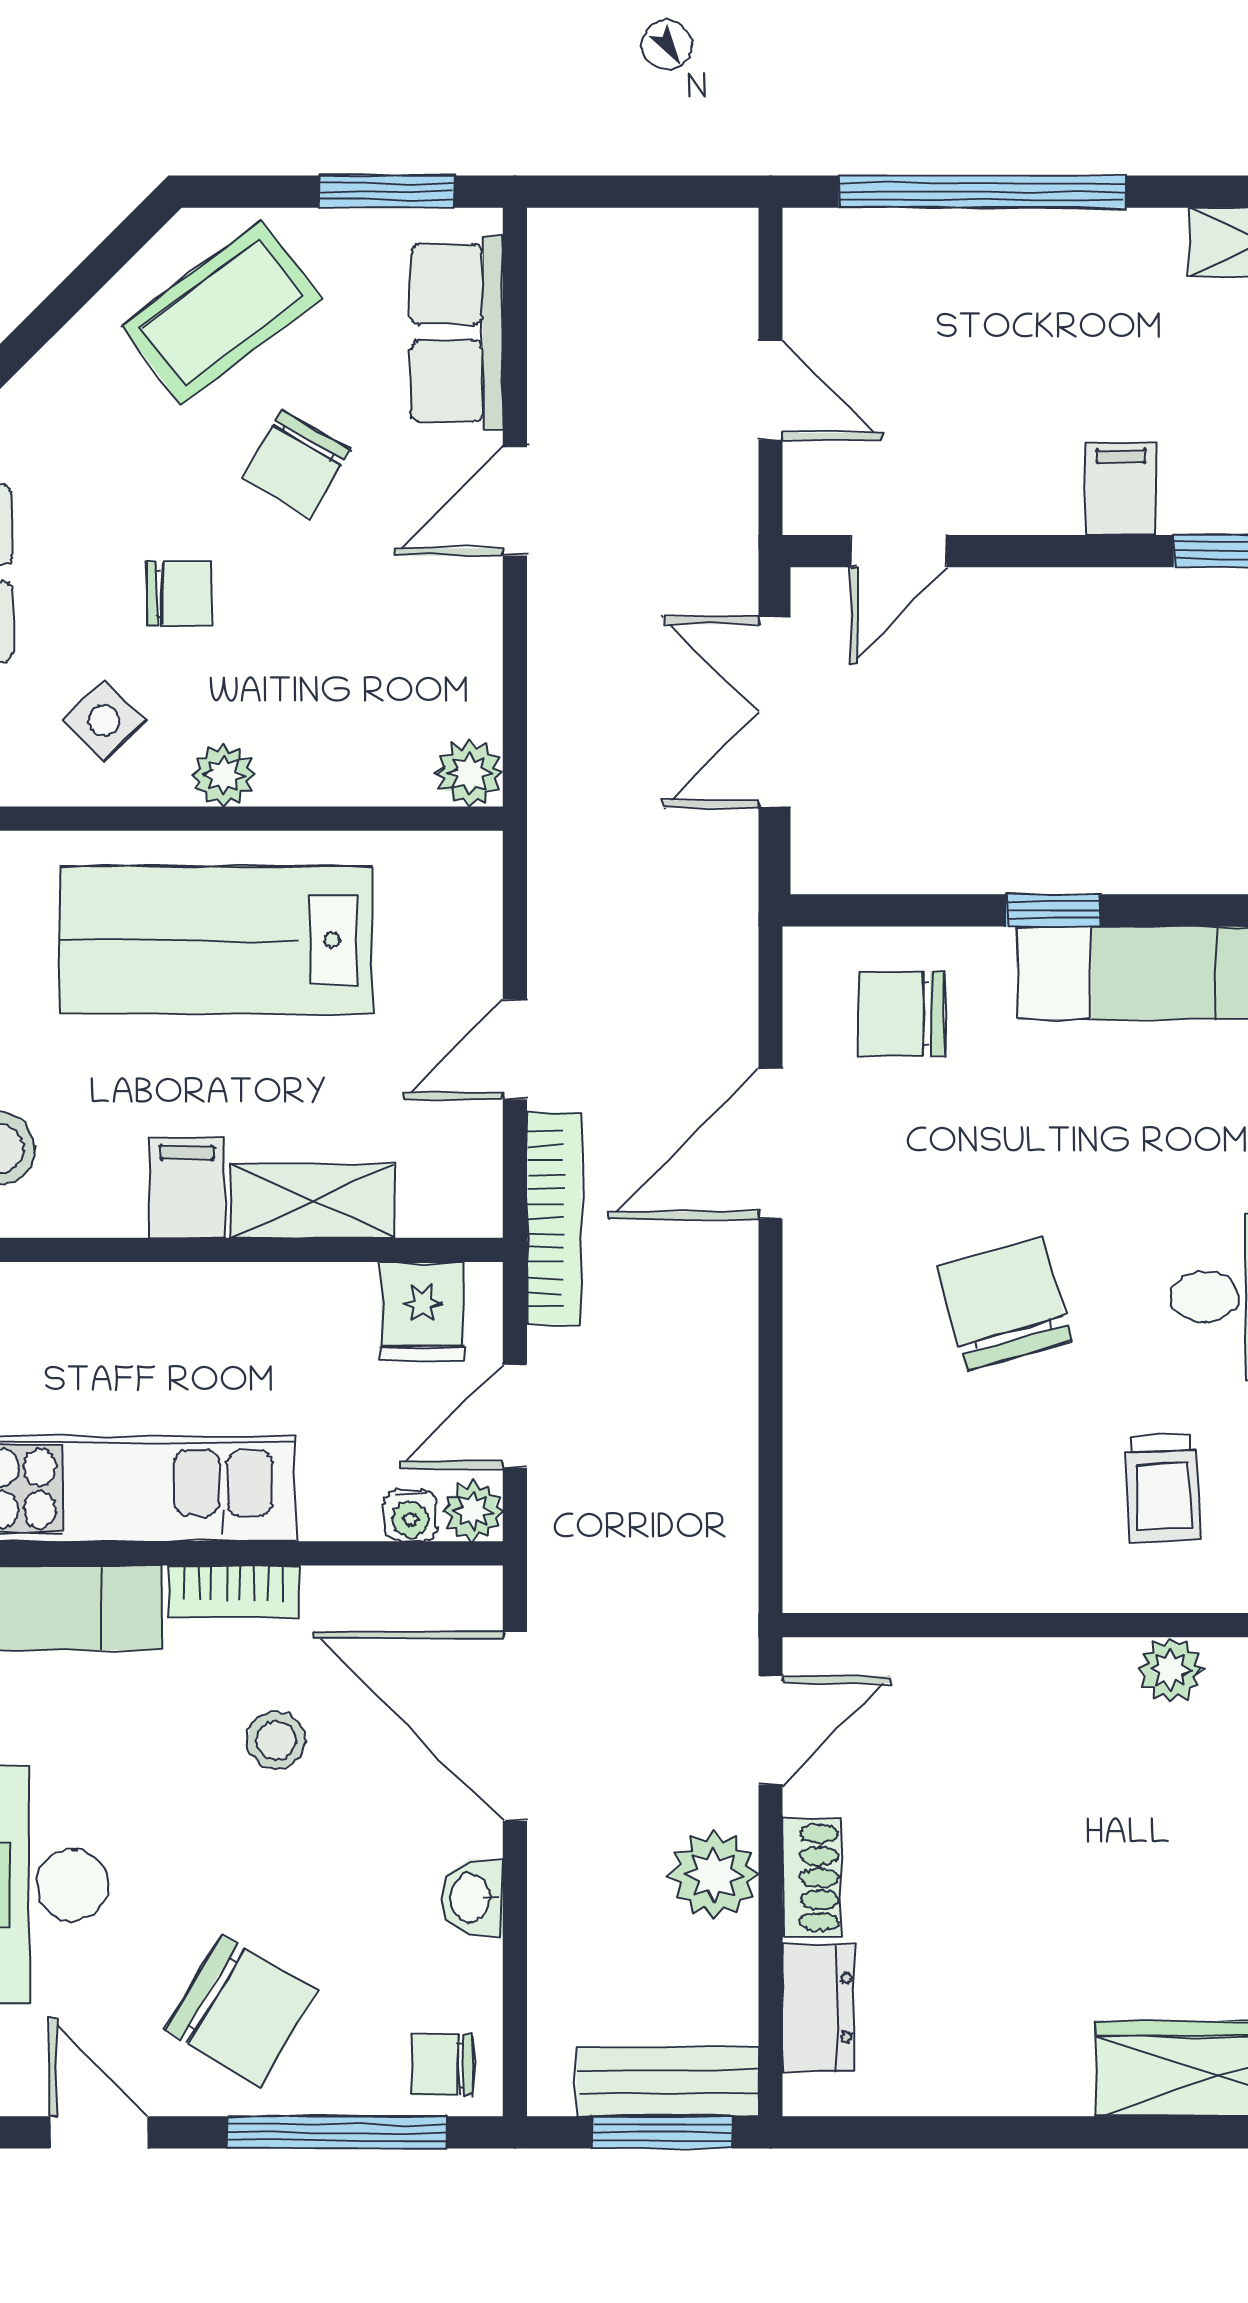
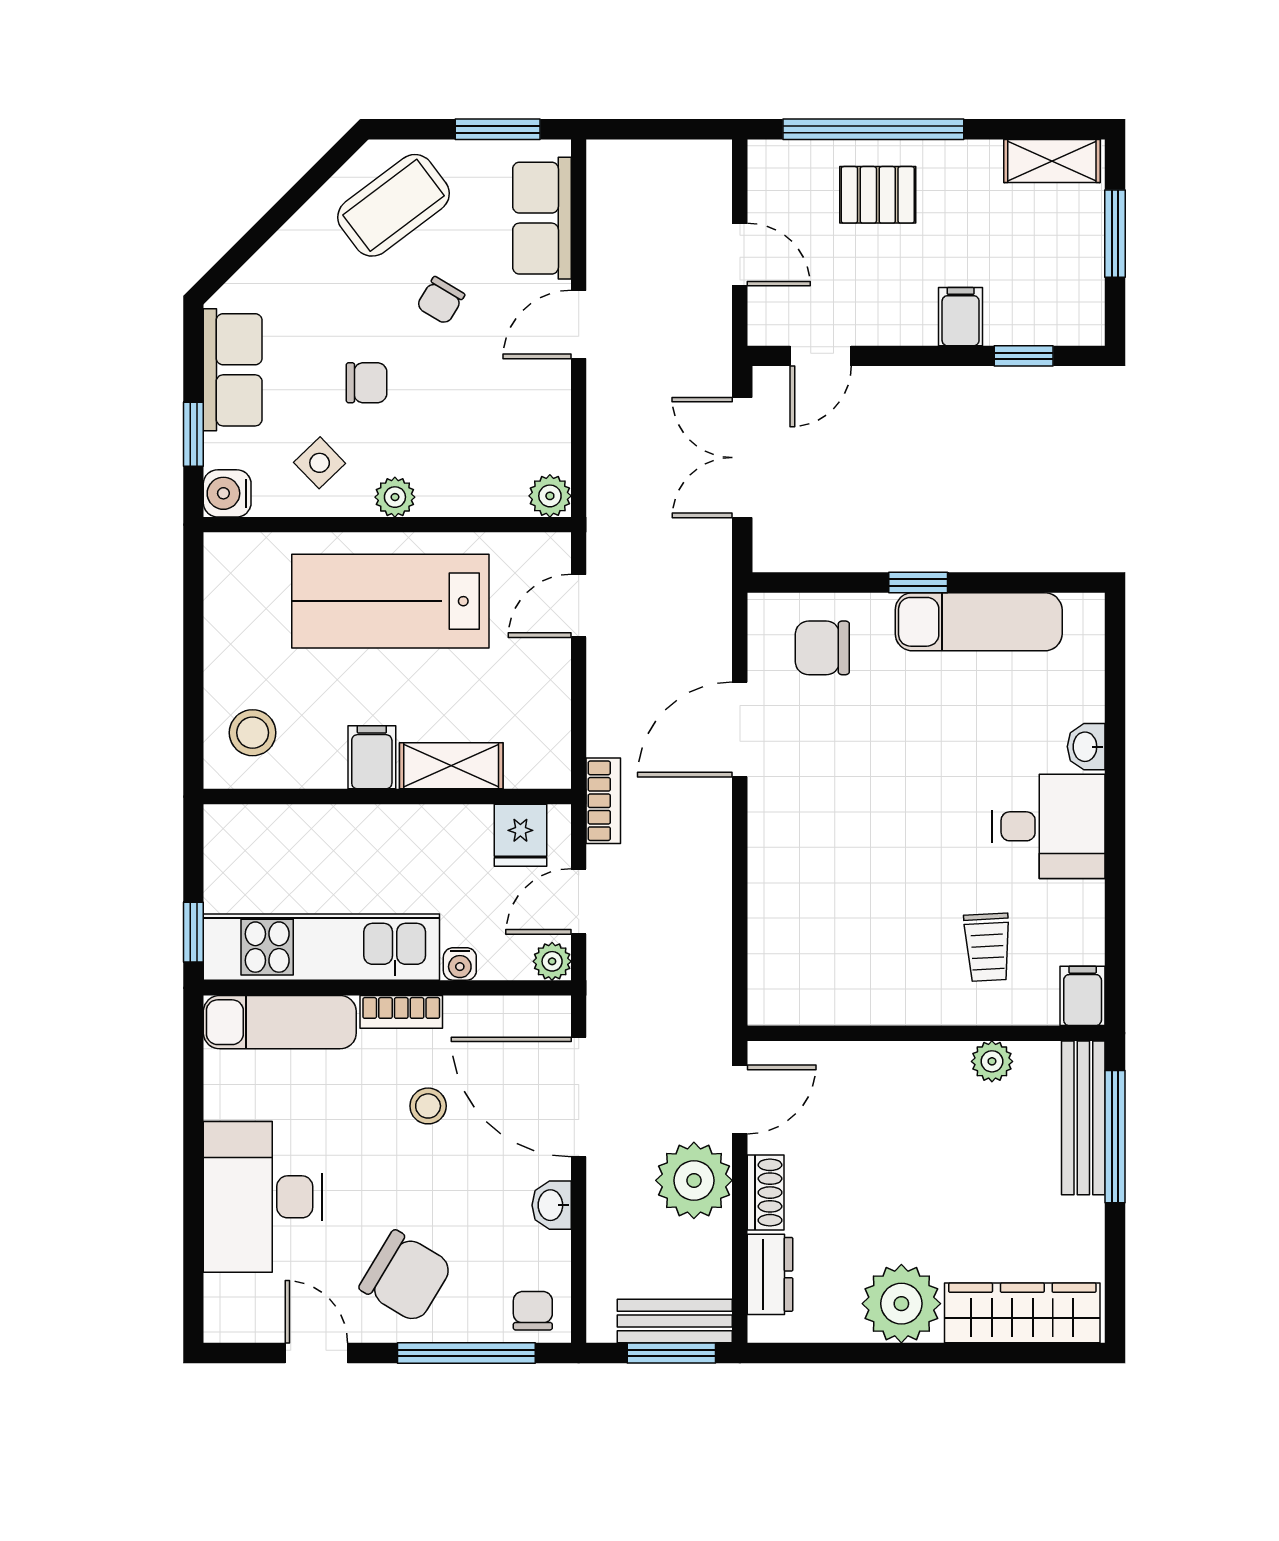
pallet: (989, 296) -> (878, 195), added
chair: (296, 463) -> (441, 301), width x0.73, depth x0.73
door: (515, 1049) -> (579, 606), moved
bookcase: (554, 1218) -> (603, 801), width x0.64
chair: (1004, 1304) -> (887, 830), removed
water cooler: (410, 1515) -> (460, 964), moved
plant: (714, 1875) -> (694, 1180), width x1.36, depth x1.36
plant: (1027, 2054) -> (901, 1304), added
chair: (442, 2065) -> (533, 1311), turned 90

